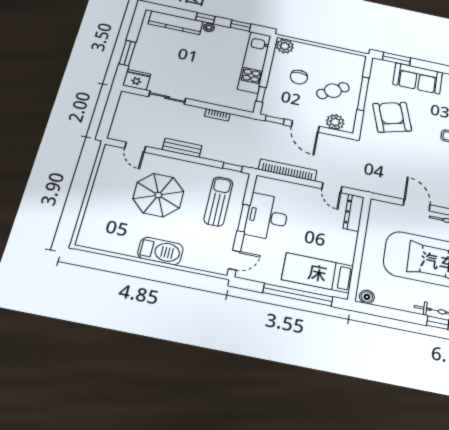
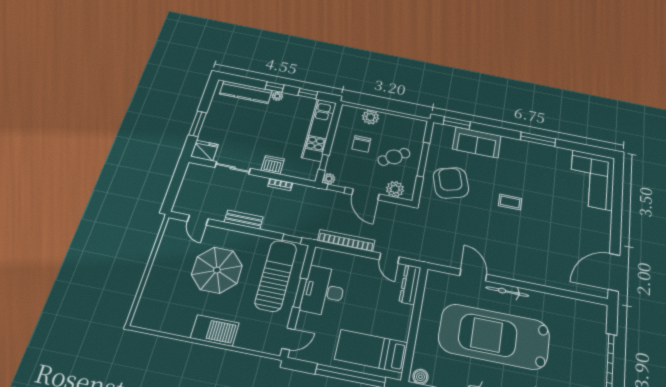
plant: (285, 46) -> (371, 117), moved
dishwasher: (208, 95) -> (273, 165), added
plant: (267, 110) -> (329, 179), added
sun lounger: (218, 201) -> (276, 275), width x1.36, depth x1.34

